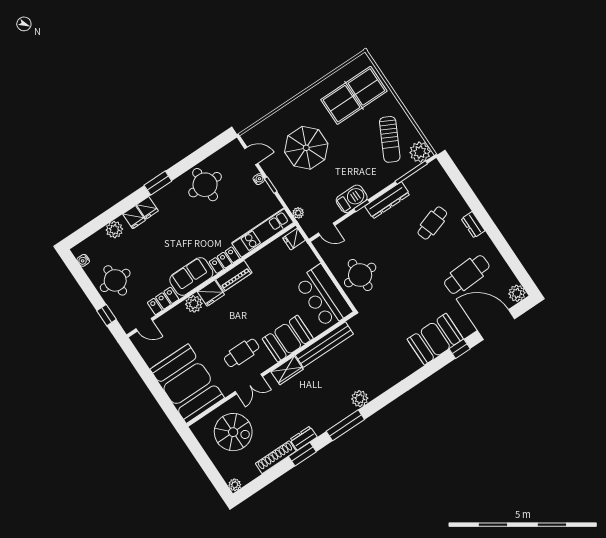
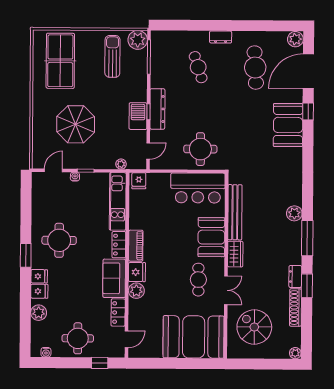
sun lounger: (390, 139) -> (112, 56), turned -117
round table: (205, 185) -> (59, 240), moved
dresser: (387, 200) -> (157, 109), moved
spiral stairs: (233, 432) -> (254, 327), turned -90

